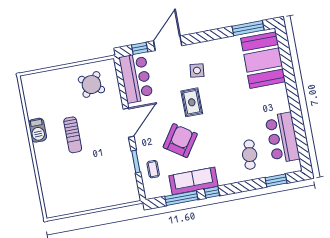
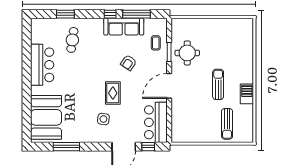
window: (248, 28) -> (66, 147), moved
round table: (91, 85) -> (187, 53), moved, turned -38
sun lounger: (54, 91) -> (227, 124), added
bar counter: (282, 138) -> (42, 65), moved
armchair: (180, 141) -> (129, 63), width x0.53, depth x0.53
window: (276, 180) -> (65, 14), moved

